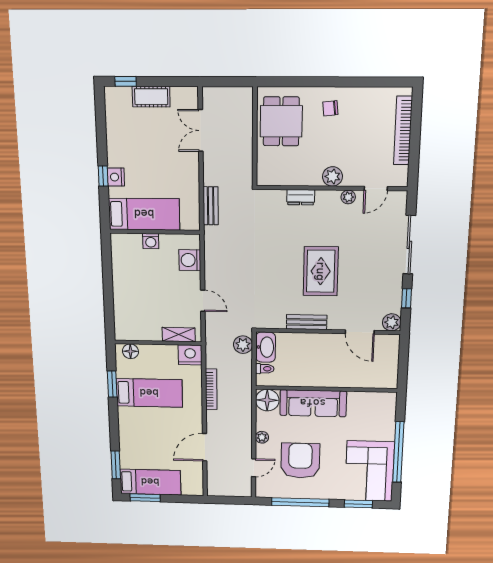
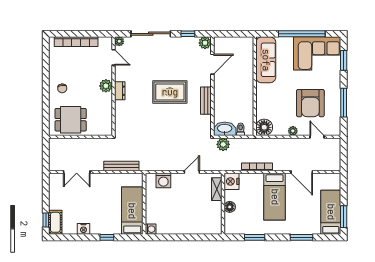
cot: (151, 97) -> (55, 222), moved
nightstand: (116, 177) -> (83, 229), moved
dresser: (301, 197) -> (120, 91), moved
plant: (348, 197) -> (119, 41), moved
bench: (211, 206) -> (121, 166), width x1.36
washing machine: (151, 241) -> (151, 229), moved
floor lamp: (130, 351) -> (230, 207), moved
bed: (149, 393) -> (275, 197), moved, turned 180
sofa: (313, 403) -> (266, 60), moved
armchair: (300, 461) -> (310, 103), turned -90
window: (116, 465) -> (302, 237), moved
window: (300, 502) -> (344, 103), width x0.68

